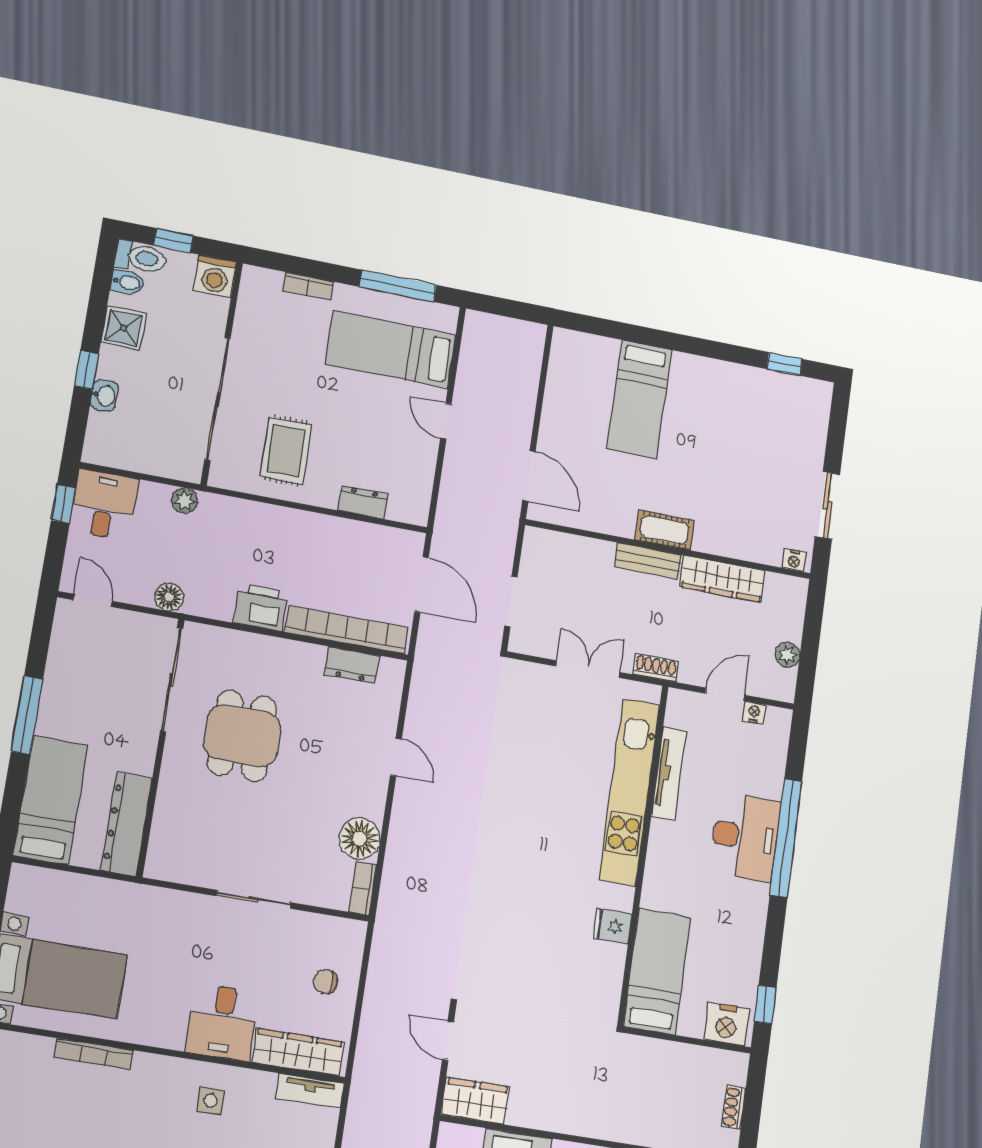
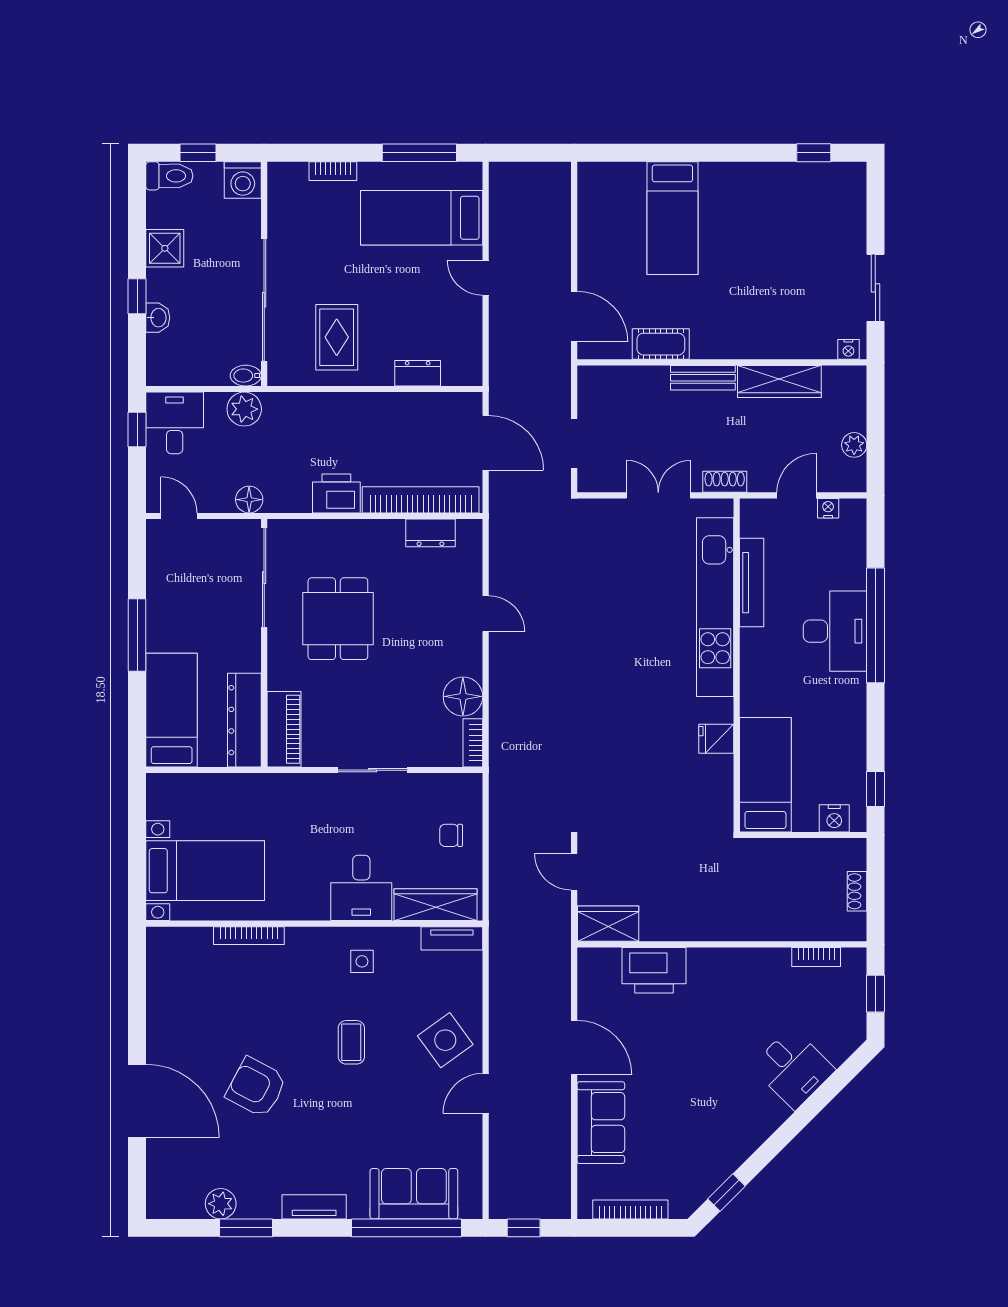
bidet: (128, 282) -> (246, 376), moved, turned 180
plant: (185, 501) -> (244, 409), width x1.38, depth x1.38
cot: (665, 530) -> (661, 344), moved
piano: (167, 841) -> (284, 729), added
nightstand: (726, 1024) -> (834, 818), width x0.74, depth x0.75

